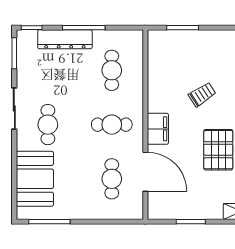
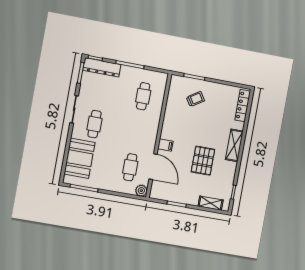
dresser: (65, 39) -> (102, 67), moved
trolley: (202, 94) -> (195, 99), moved
cafe table: (112, 125) -> (137, 132), removed
filing cabinet: (158, 129) -> (165, 145), width x0.50
plant: (134, 211) -> (141, 191), added

